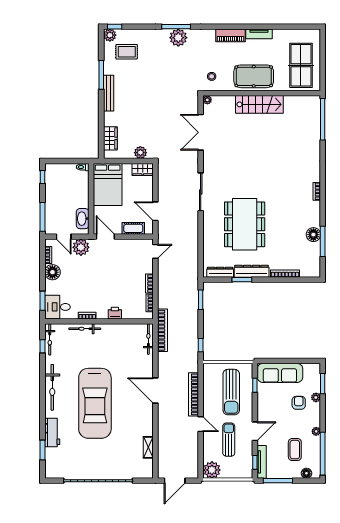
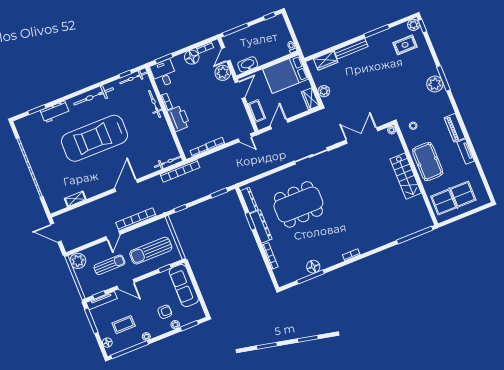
rug: (127, 52) -> (405, 45), turned 90
bench: (109, 93) -> (351, 49), moved
printer: (115, 313) -> (179, 119), width x1.87, depth x1.48

